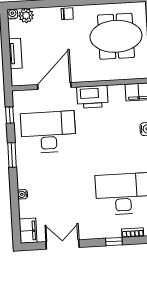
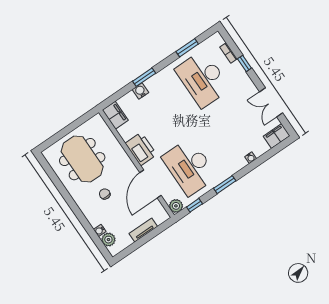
water cooler: (12, 14) -> (100, 230), moved
chair: (67, 14) -> (105, 194), moved
door: (54, 86) -> (150, 184), hinge flipped
plant: (20, 97) -> (176, 206), added

